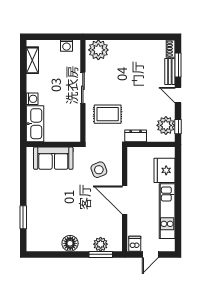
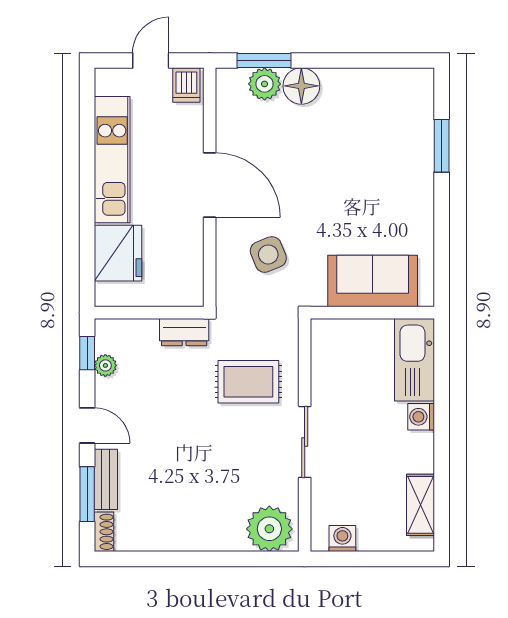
plant: (166, 125) -> (105, 365), width x0.53, depth x0.53
floor lamp: (70, 243) -> (301, 86), moved

